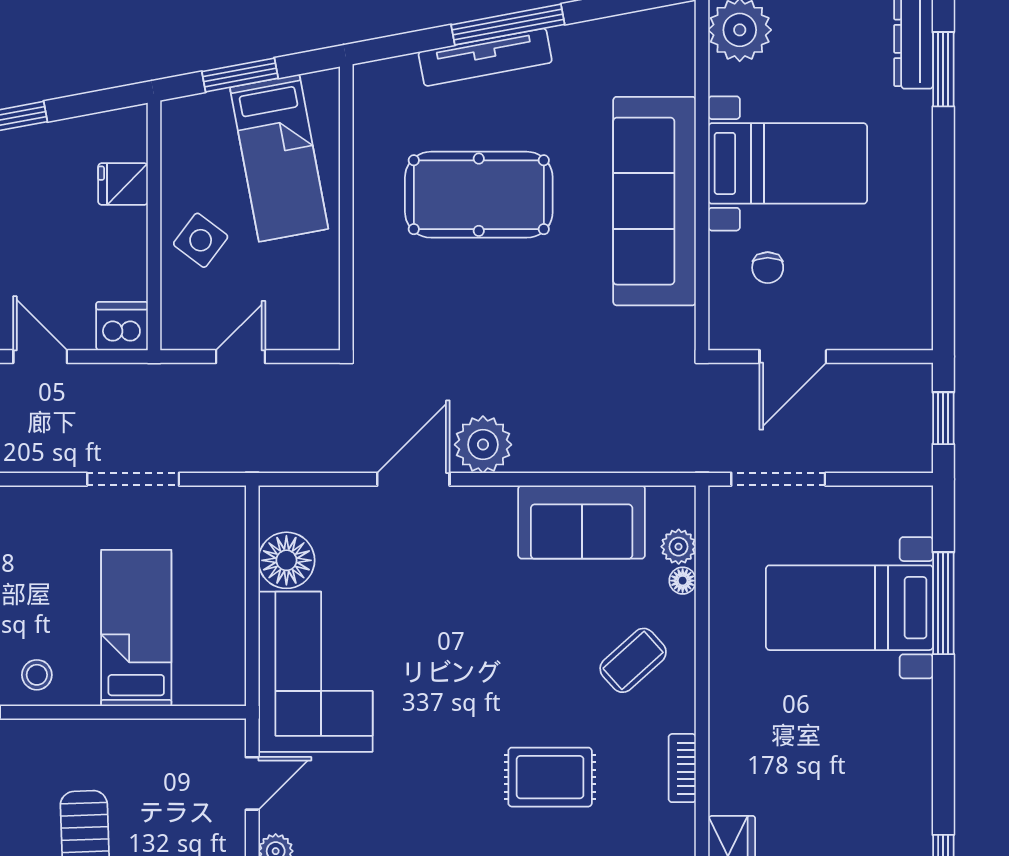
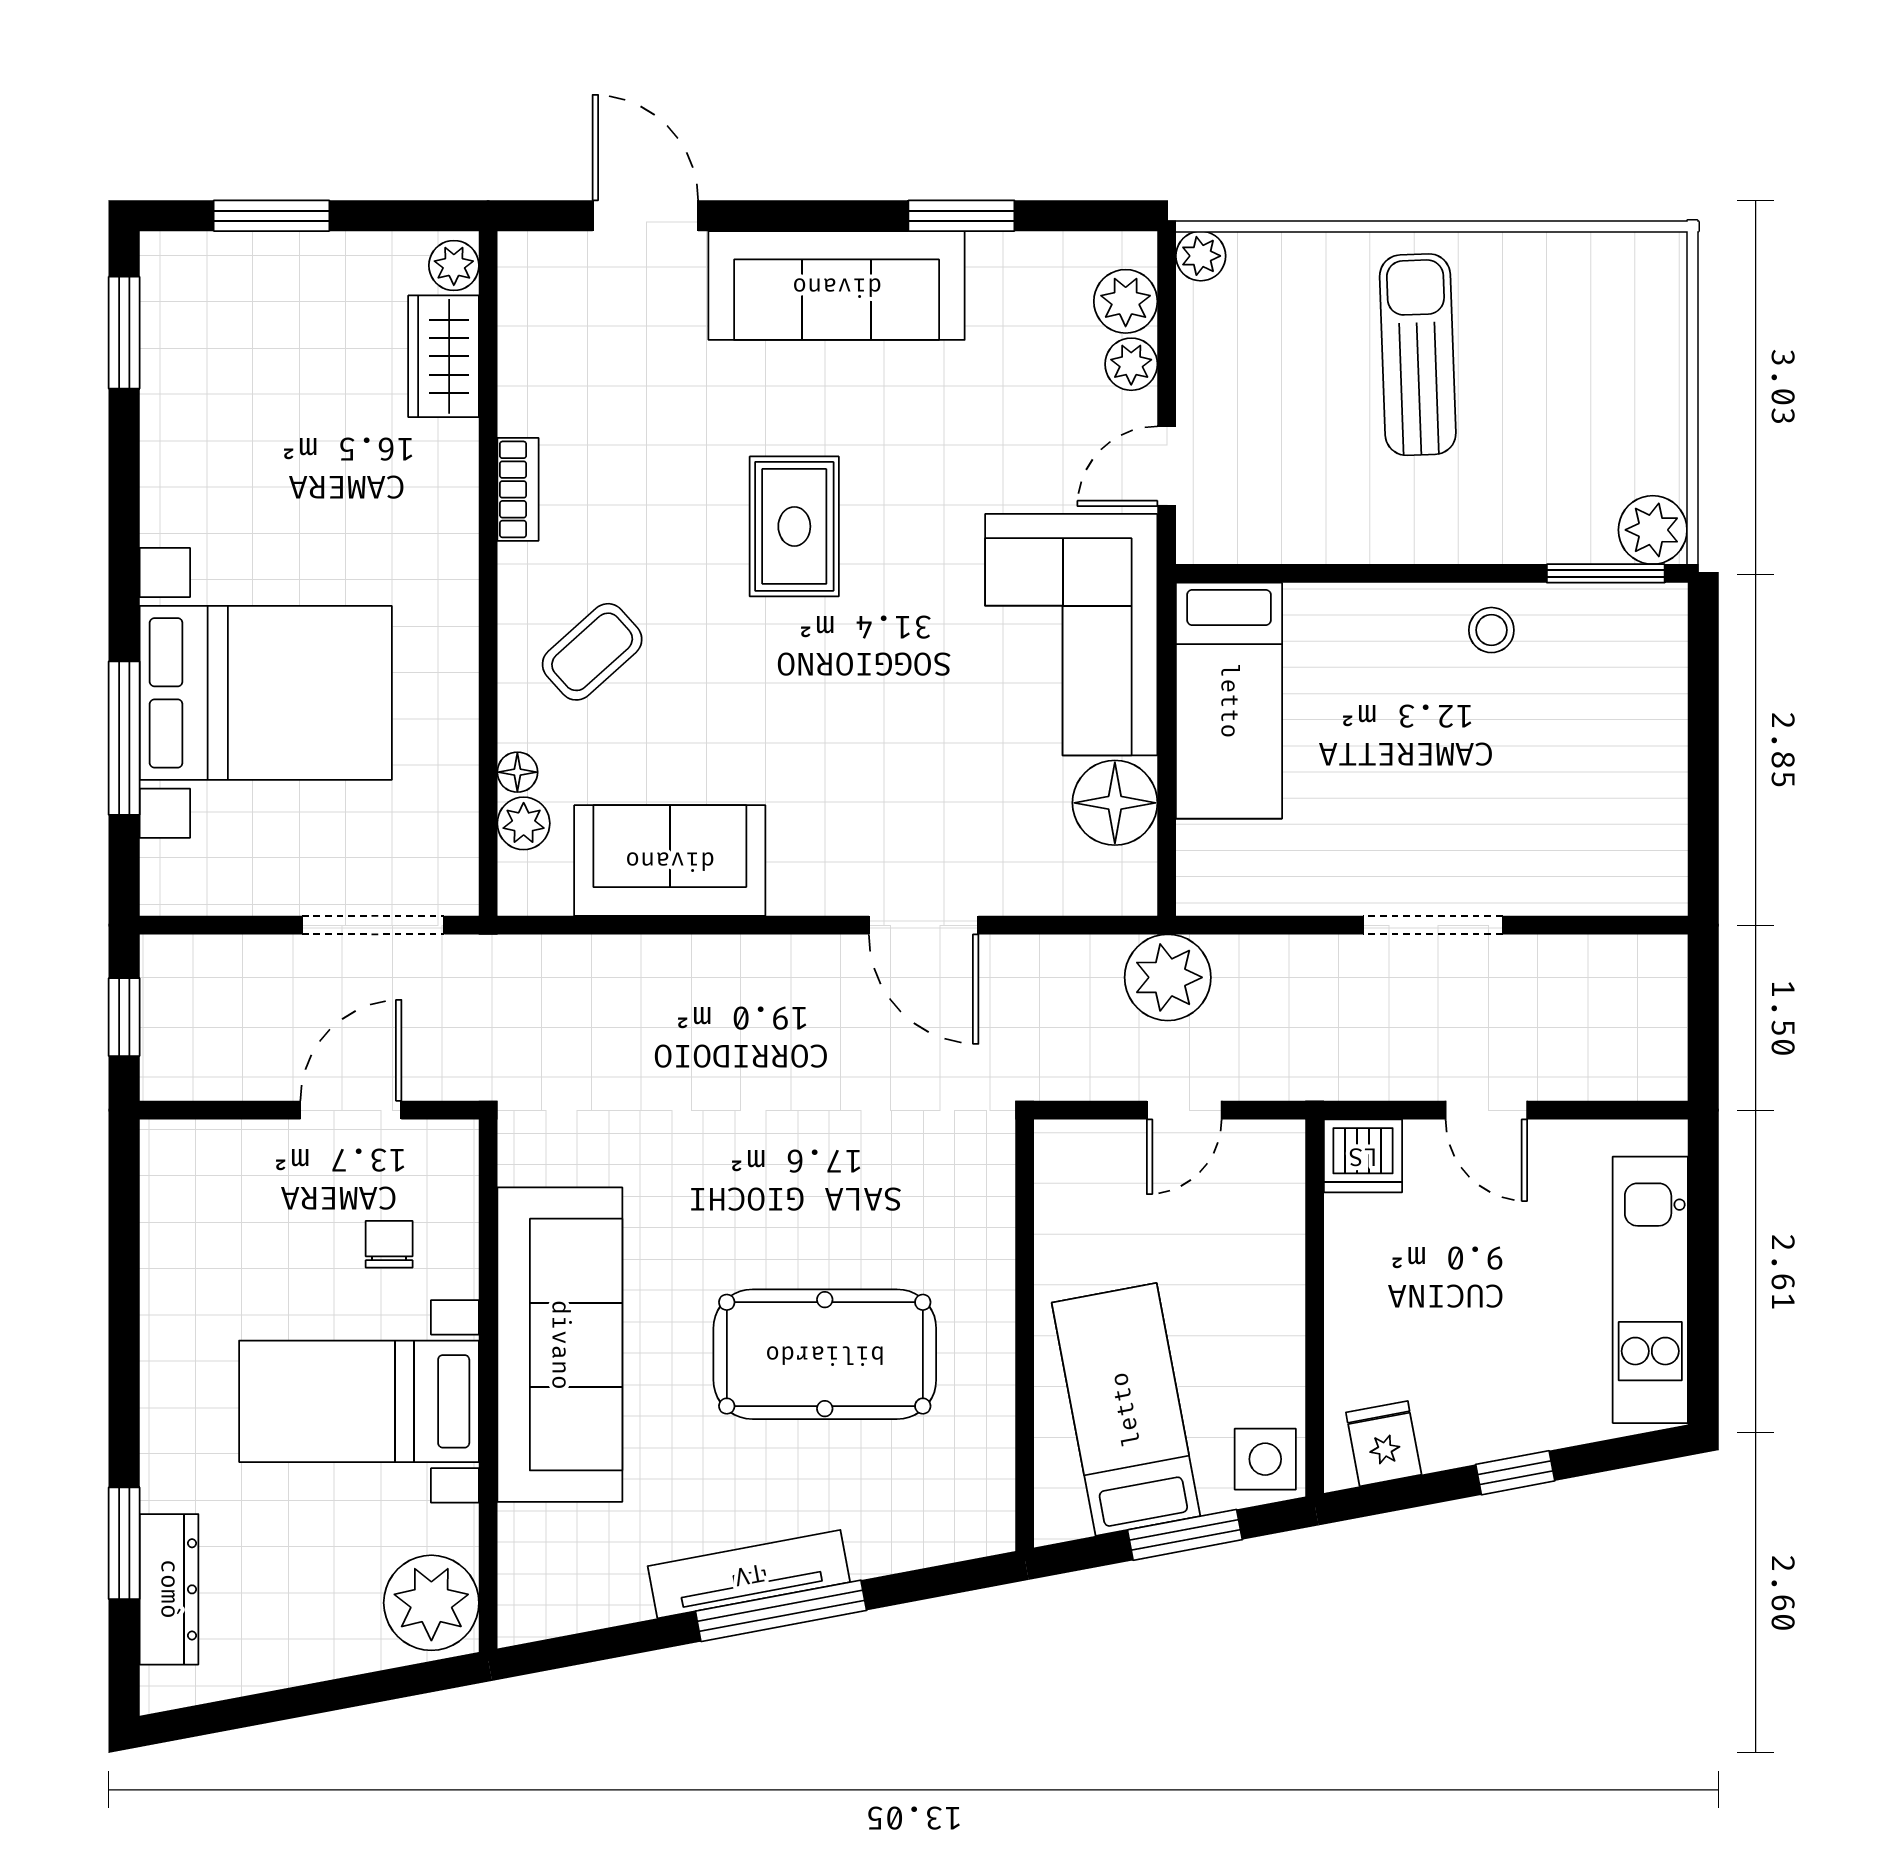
tv unit: (485, 57) -> (749, 1574), moved
fridge: (123, 184) -> (1384, 1444), moved, turned -101
side table: (201, 240) -> (1265, 1459), moved, turned -37
plant: (483, 445) -> (1168, 977), moved
doorway: (133, 479) -> (1433, 925), moved
door: (413, 479) -> (924, 925), hinge flipped
bed with nightstands: (849, 608) -> (266, 693), width x1.36
bed: (136, 628) -> (1229, 701), moved
rug: (550, 777) -> (794, 526), moved, turned 90

